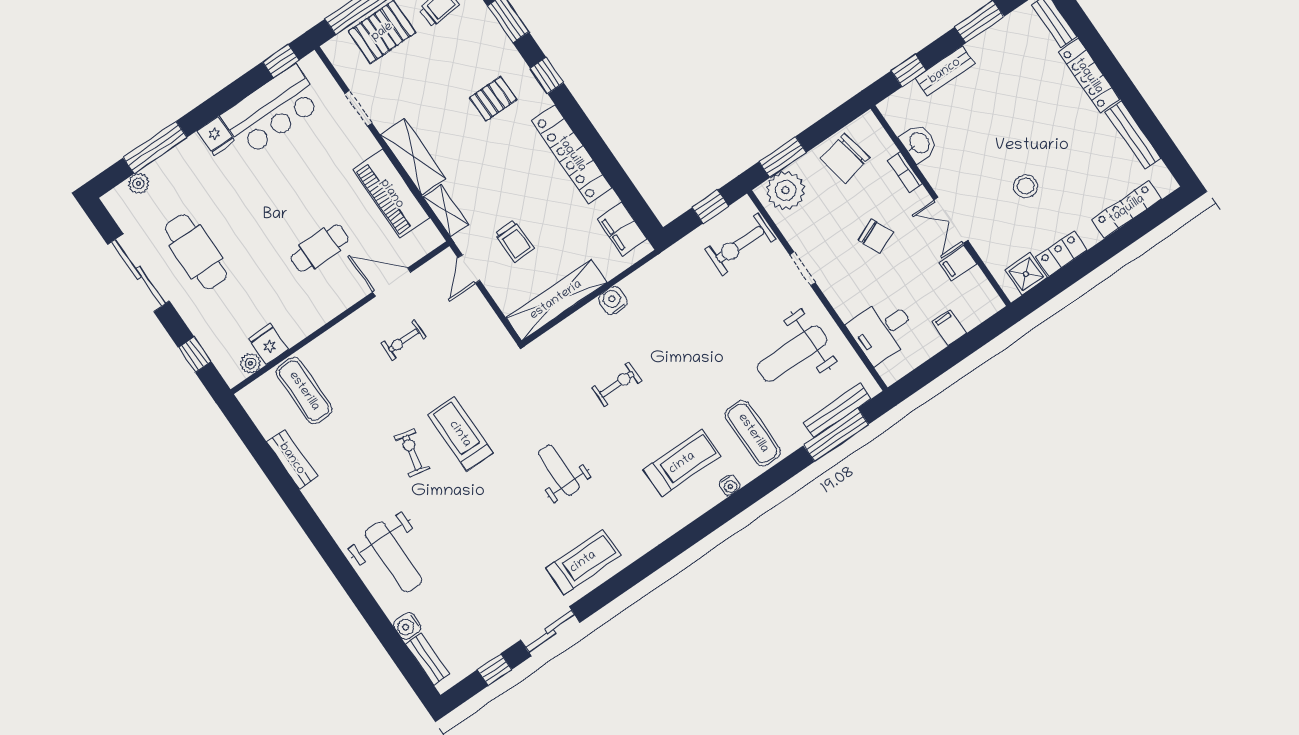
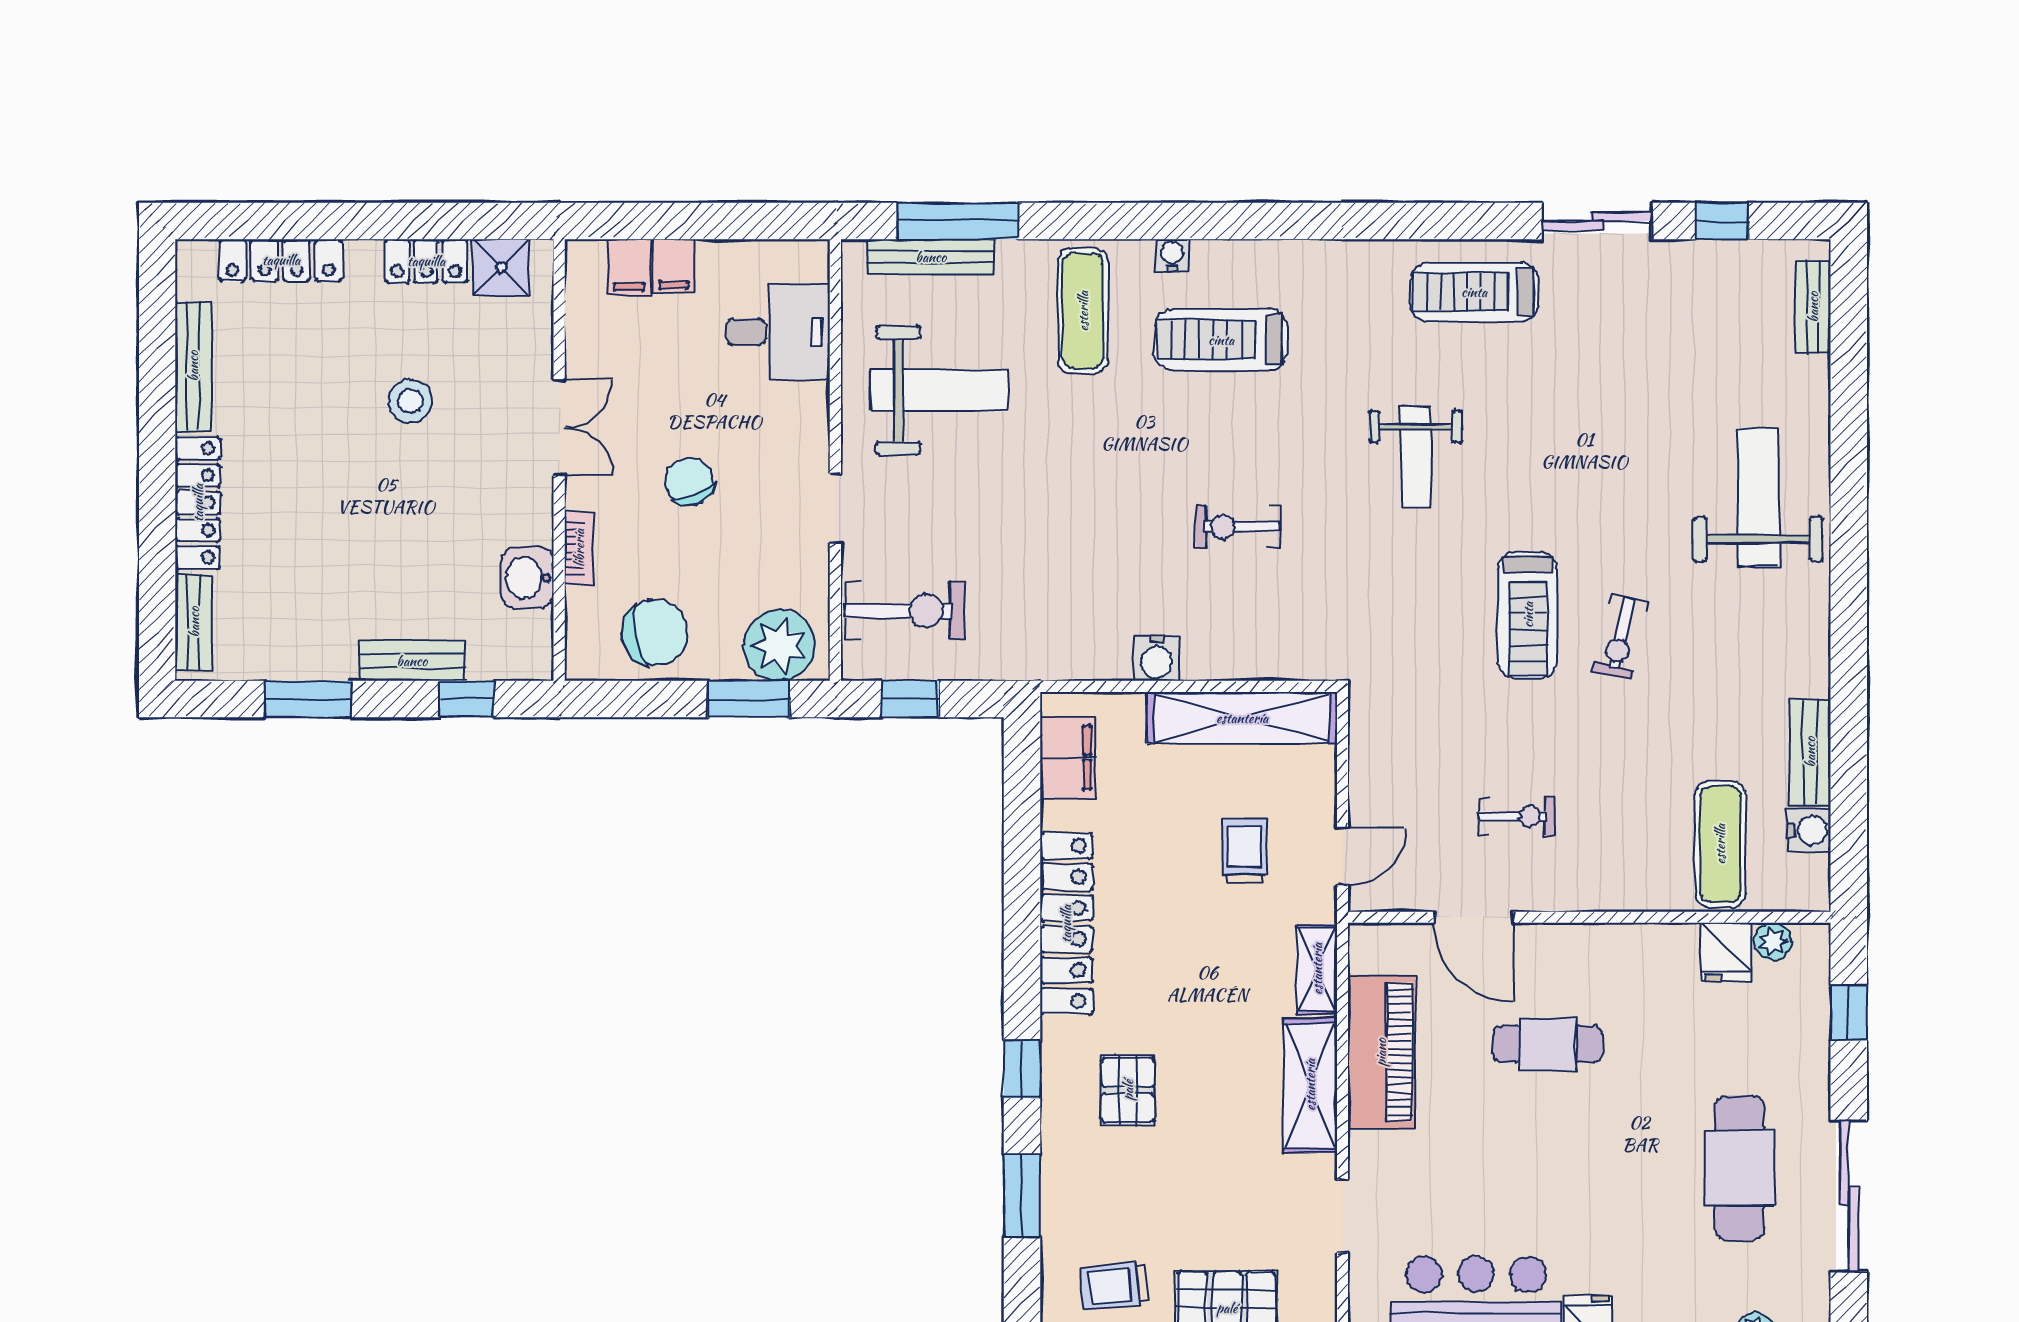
pallet: (493, 99) -> (1128, 1090), turned 90
filing cabinet: (958, 263) -> (629, 267), moved, turned 90
water cooler: (407, 626) -> (1809, 830), moved

